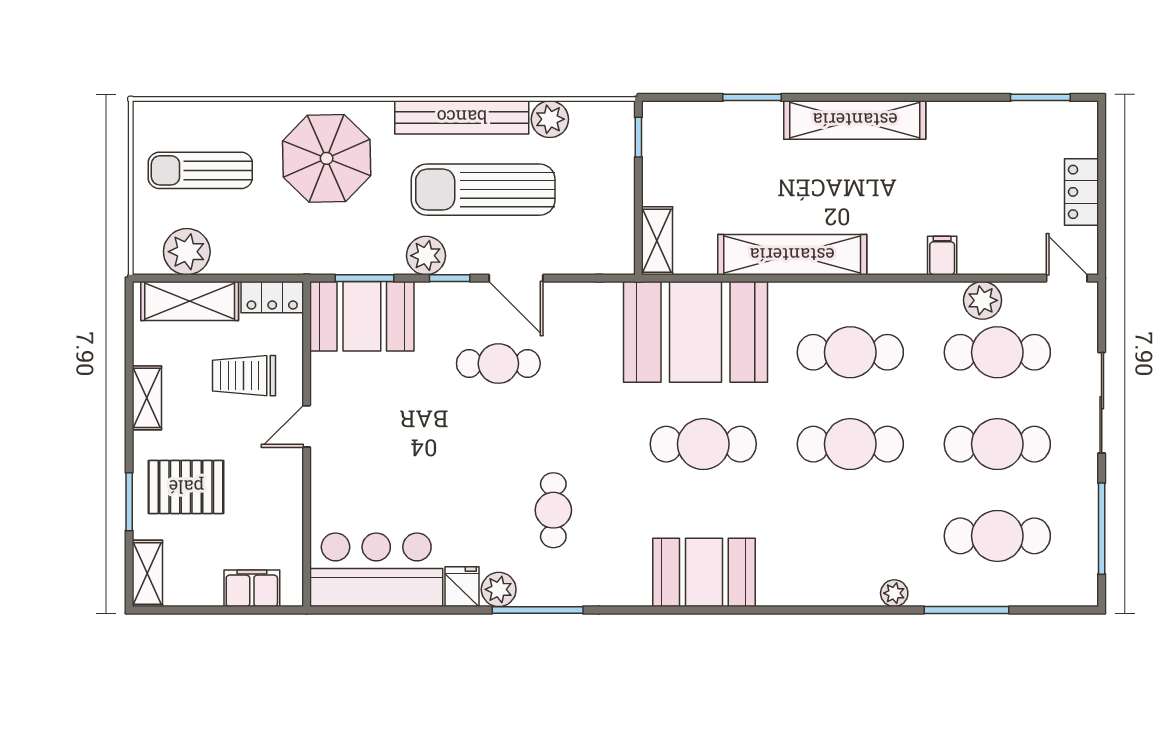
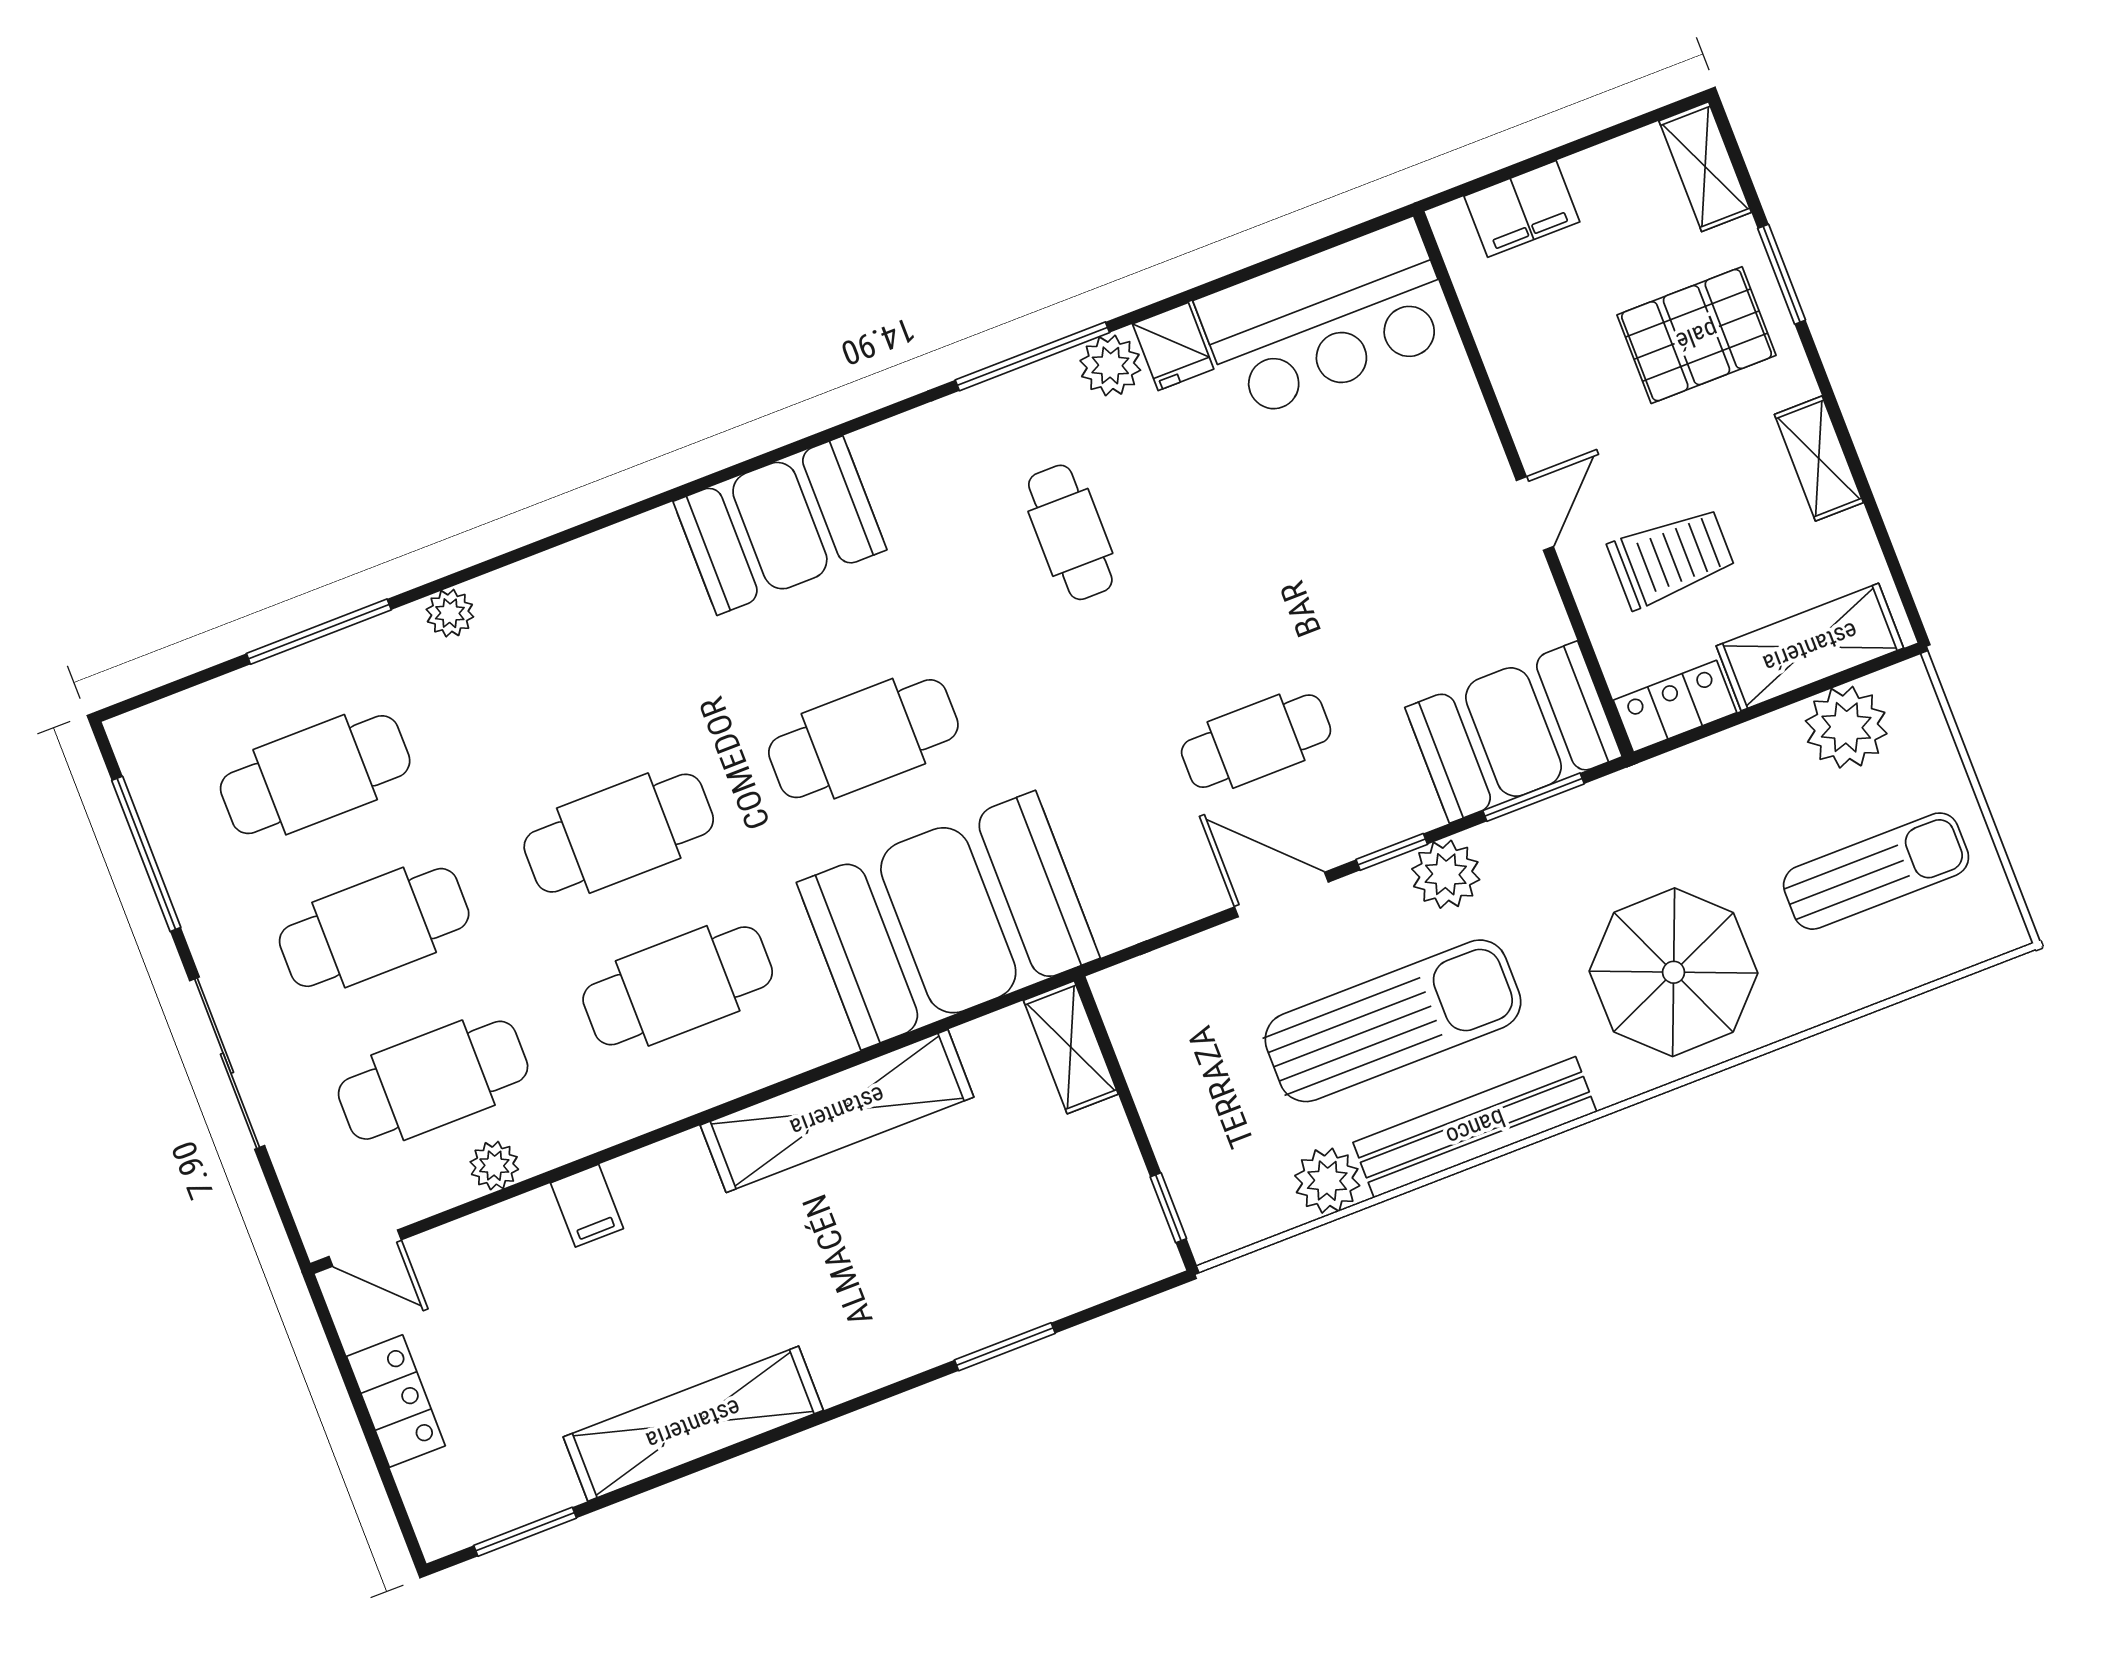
shelving: (855, 120) -> (693, 1424), moved
plant: (983, 300) -> (494, 1166), width x0.73, depth x0.73

